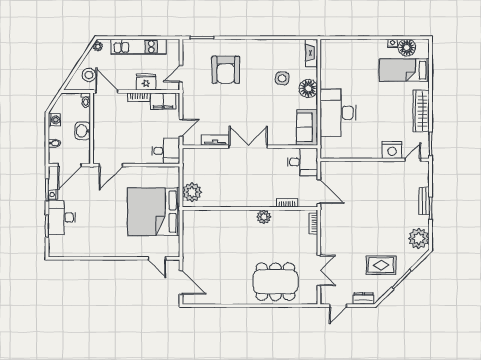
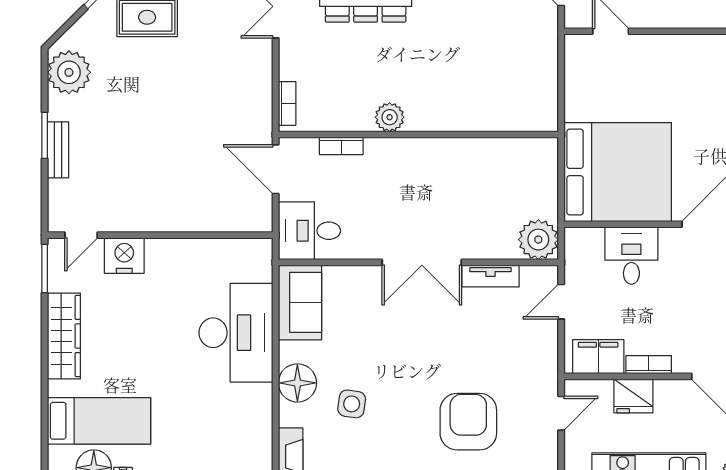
desk: (166, 151) -> (631, 256), moved, turned 90
plant: (192, 192) -> (538, 240), moved
bed: (154, 212) -> (618, 172), moved

